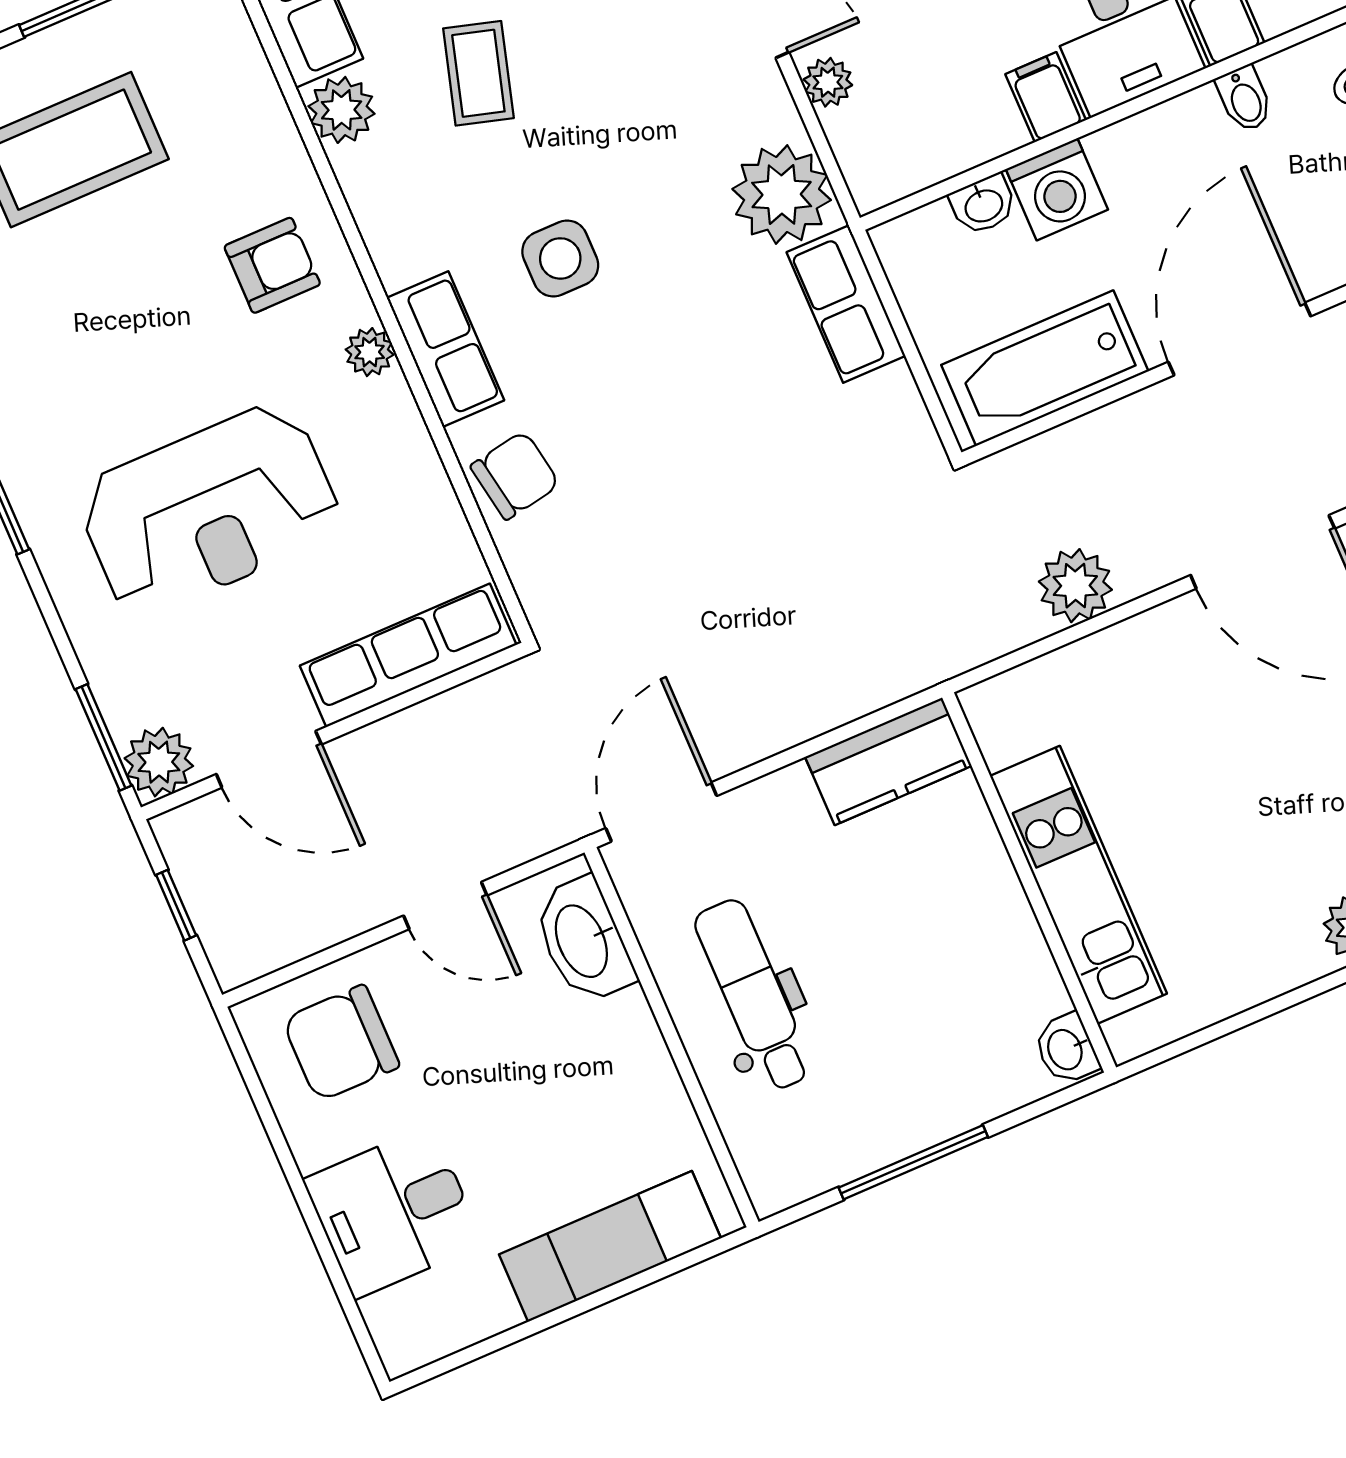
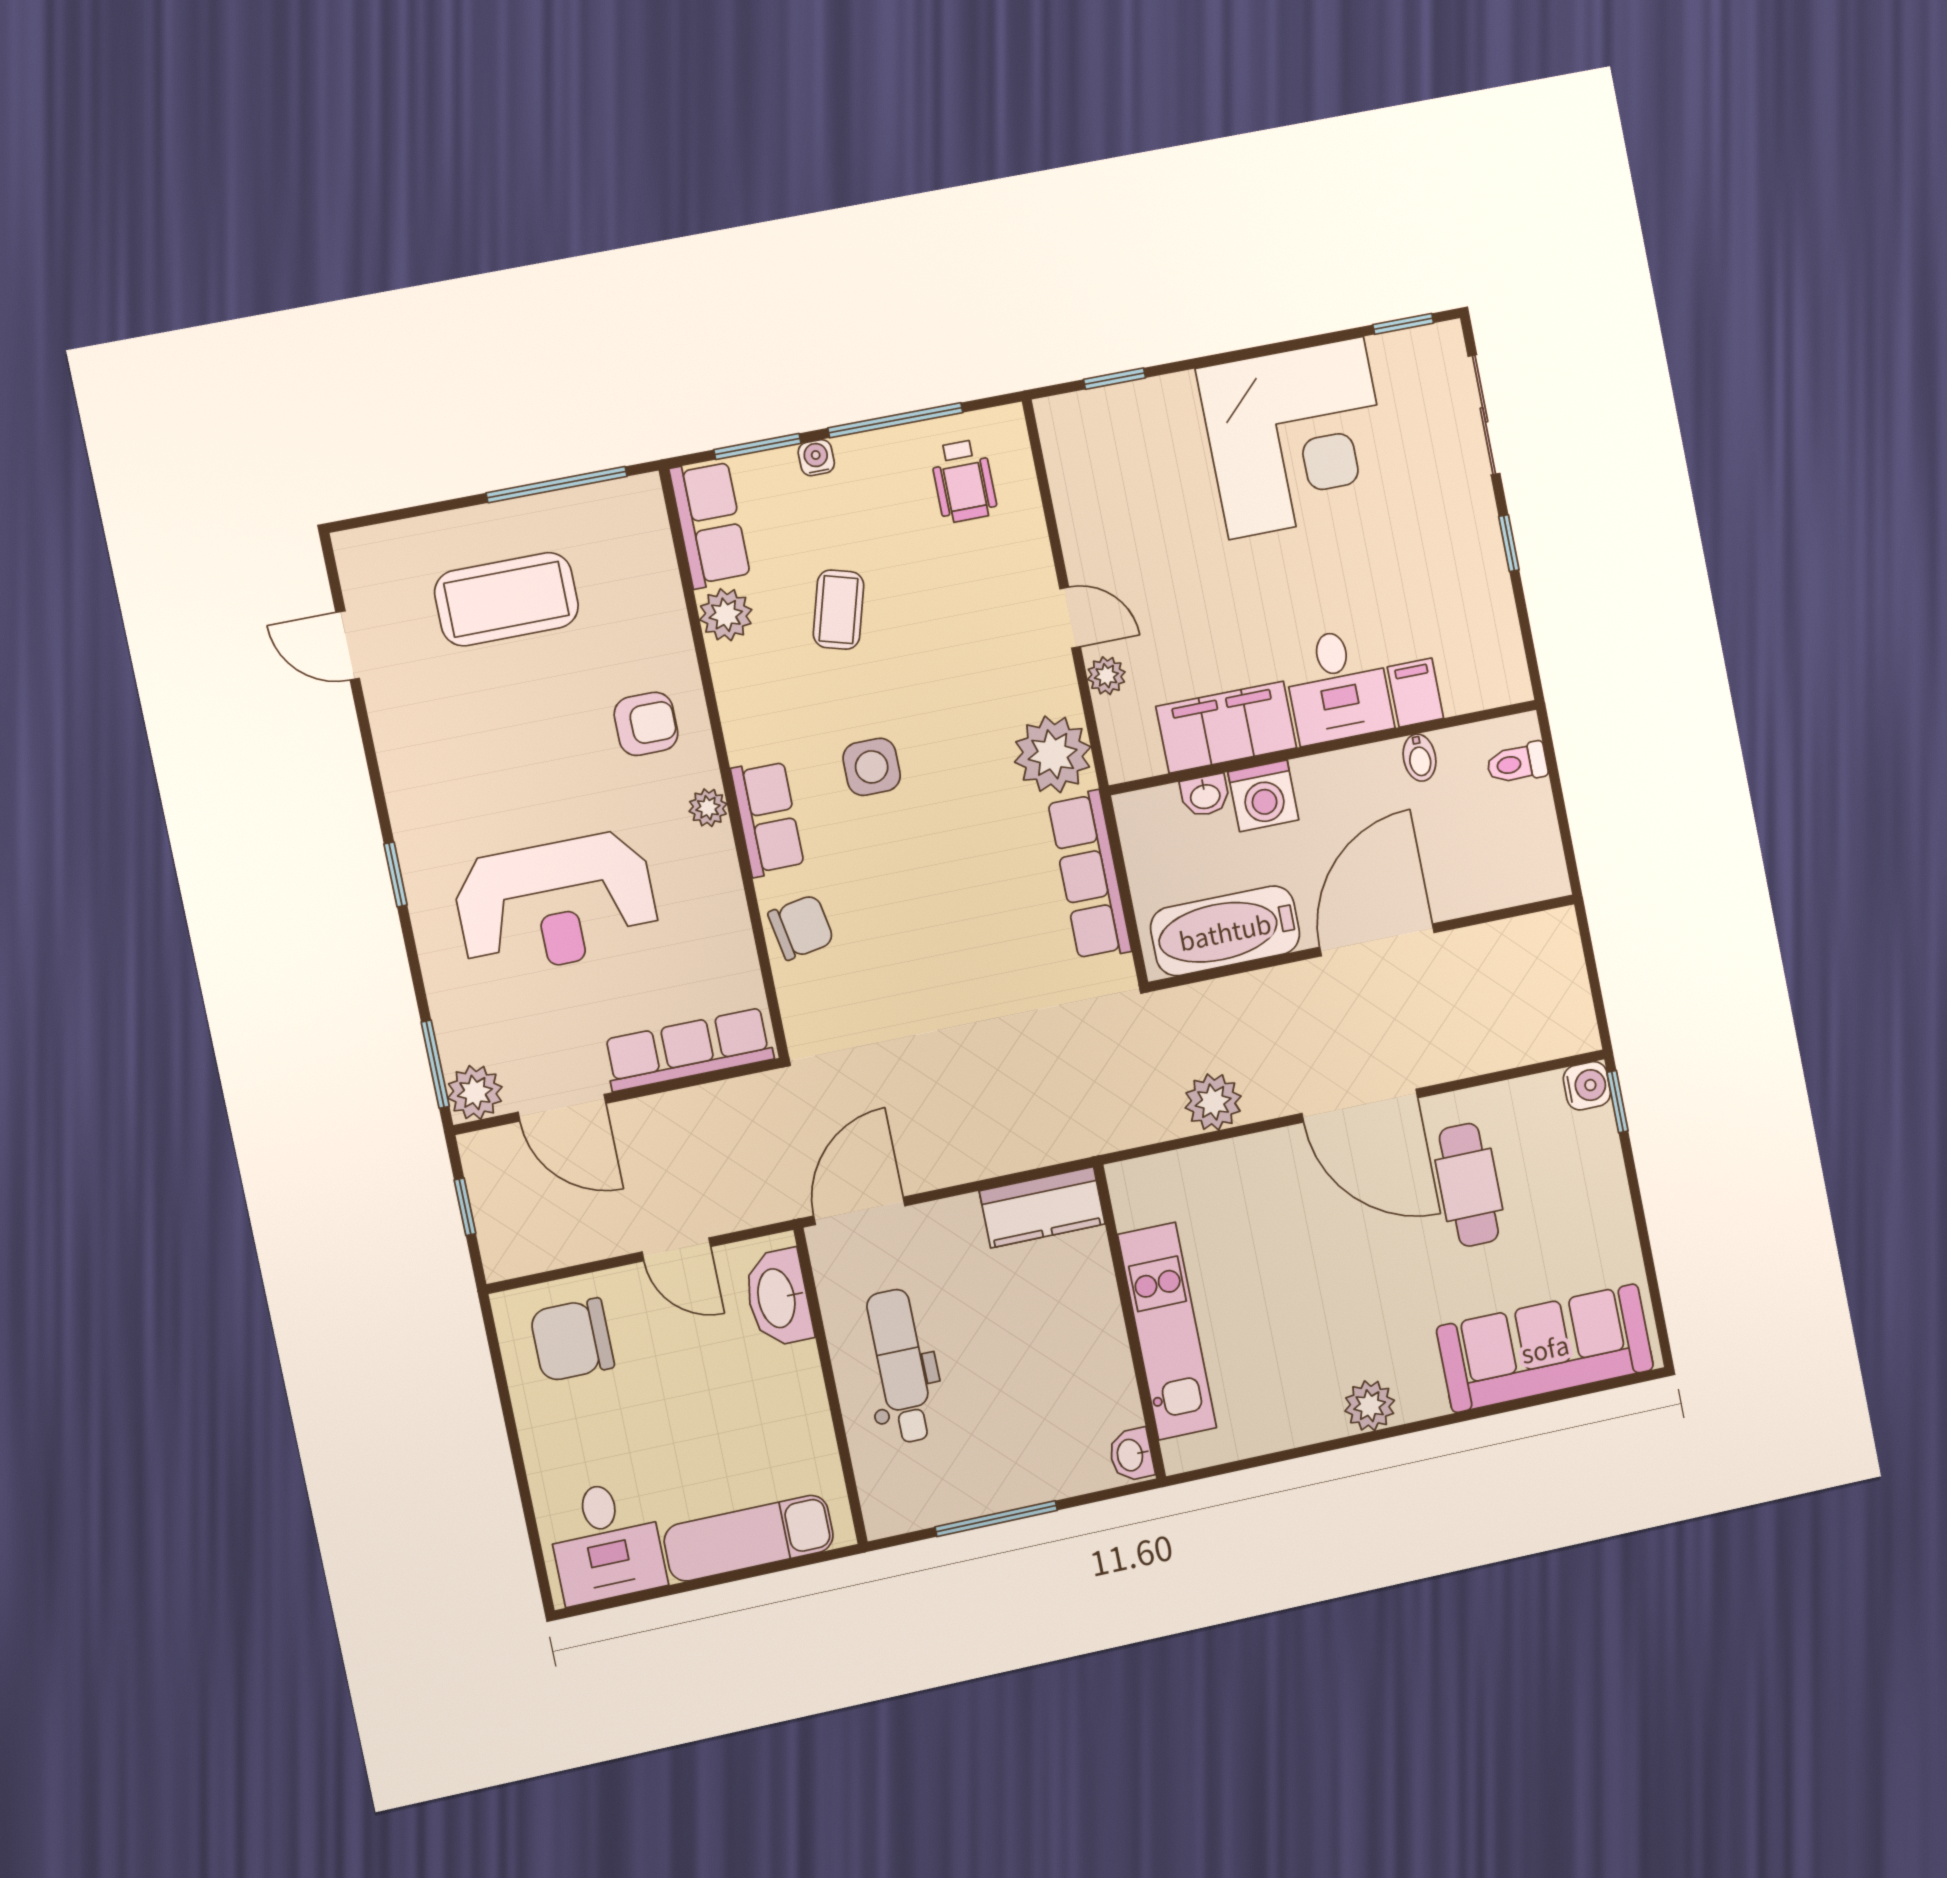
filing cabinet: (1046, 97) -> (1226, 727), width x3.00, depth x1.17
row of seats: (846, 304) -> (1089, 876), width x1.48
desk: (393, 1212) -> (606, 1542), moved, turned -90

